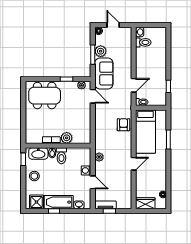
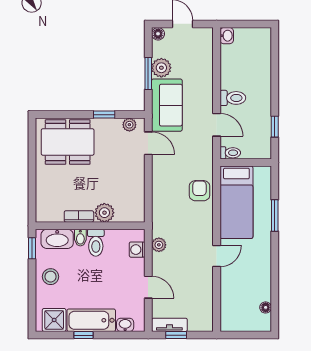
toilet: (143, 42) -> (233, 98), moved
door: (134, 85) -> (217, 125), hinge flipped
washing machine: (86, 170) -> (137, 250), moved
wardrobe: (145, 203) -> (236, 322), removed

